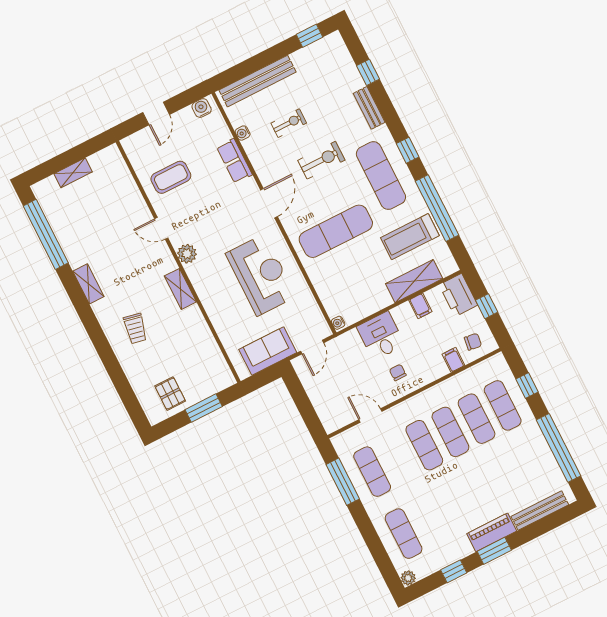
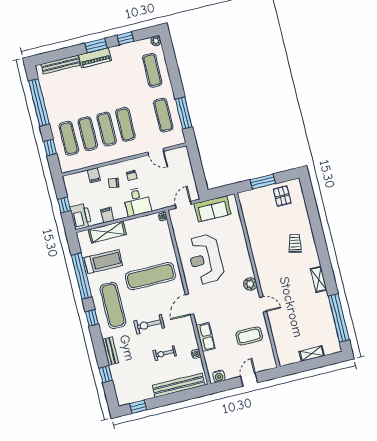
shelving: (180, 289) -> (260, 262), removed
chair: (473, 342) -> (114, 183), moved

